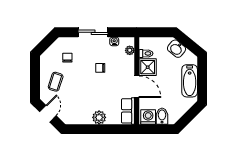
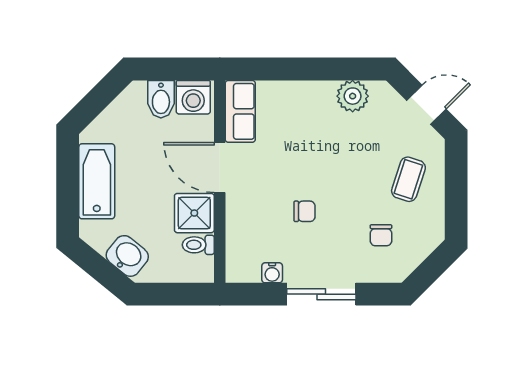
plant: (130, 50) -> (236, 252), removed
door: (48, 114) -> (426, 105), swing flipped
plant: (99, 117) -> (353, 96), moved

